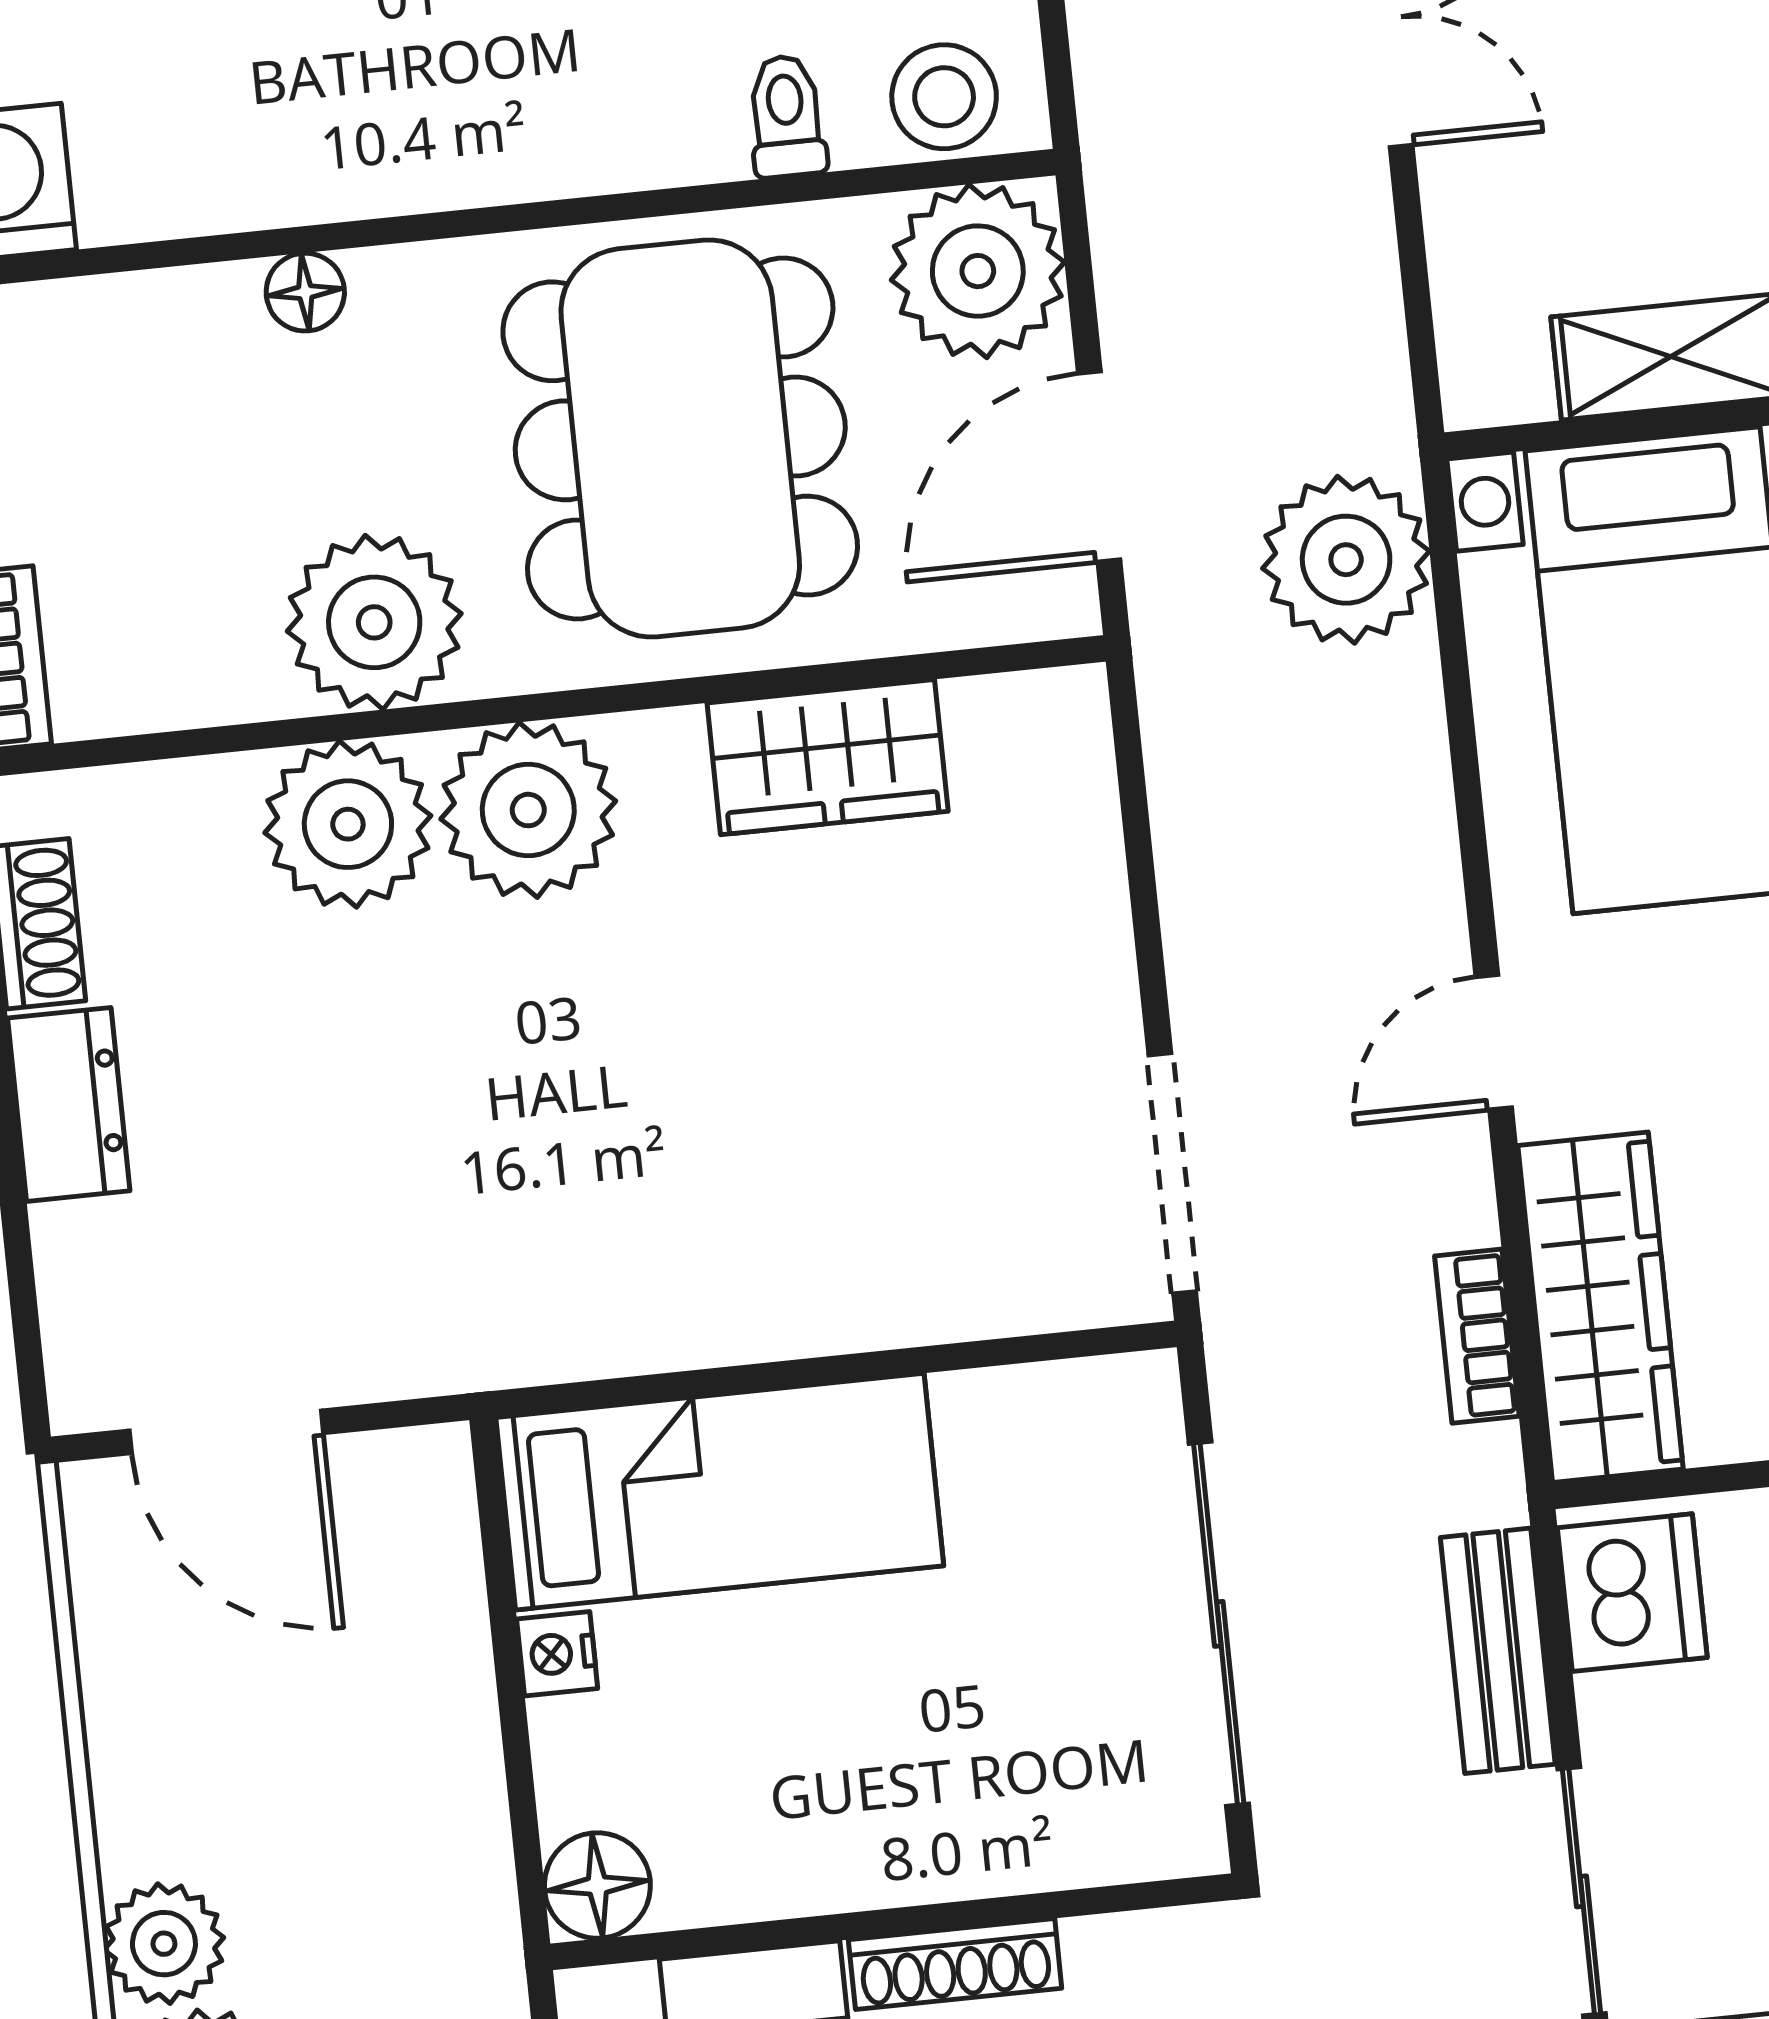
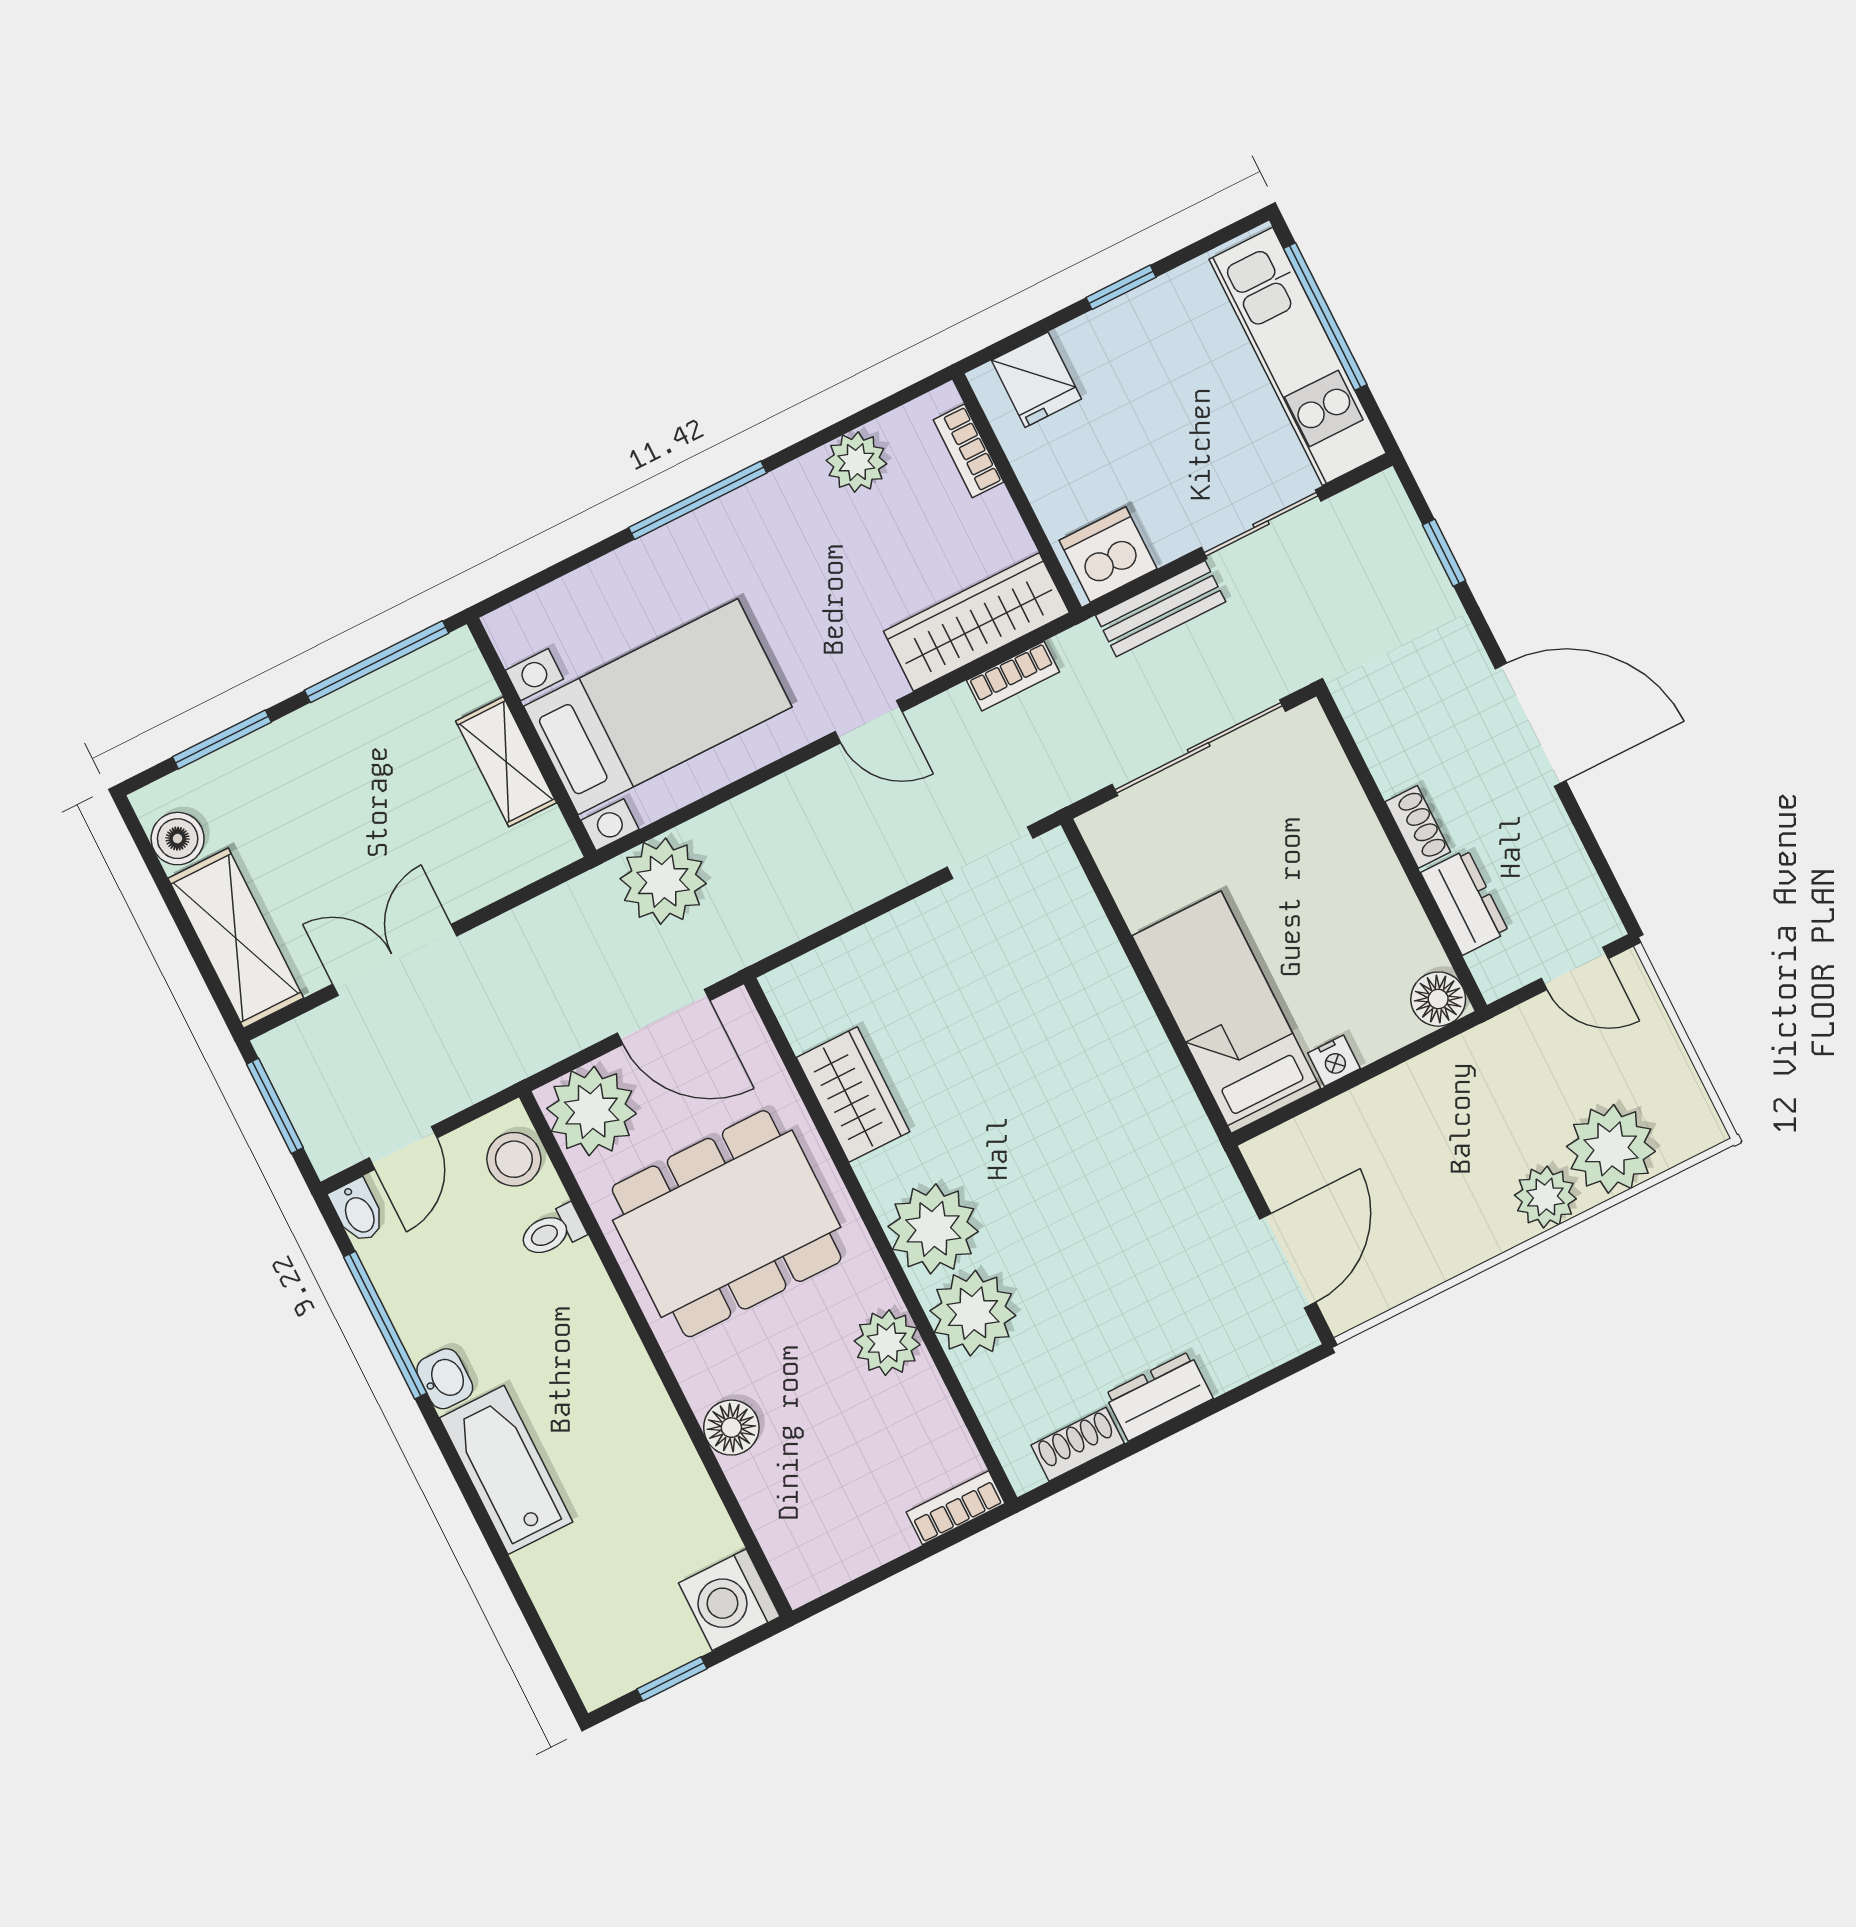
floor lamp: (305, 292) -> (731, 1428), width x1.37, depth x1.37
plant: (374, 622) -> (887, 1343), width x0.73, depth x0.73
doorway: (1172, 1173) -> (990, 853), width x0.73
shoe rack: (955, 1964) -> (1418, 827), width x0.70

